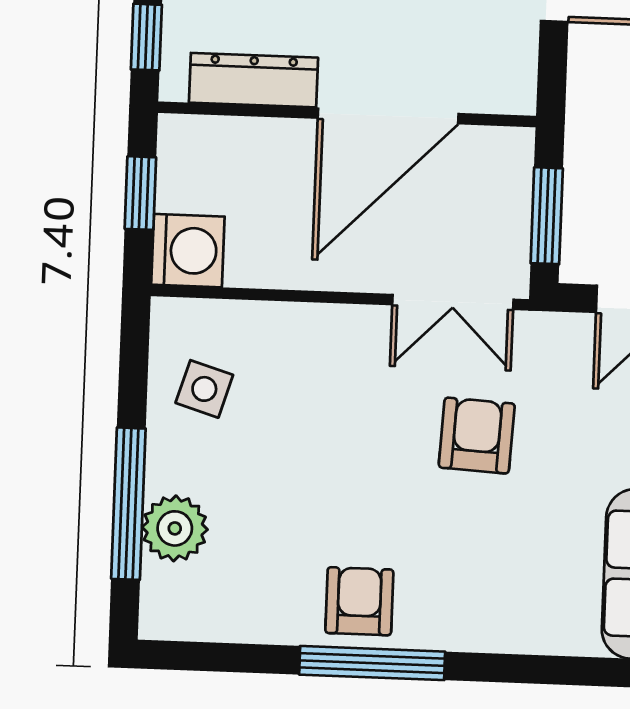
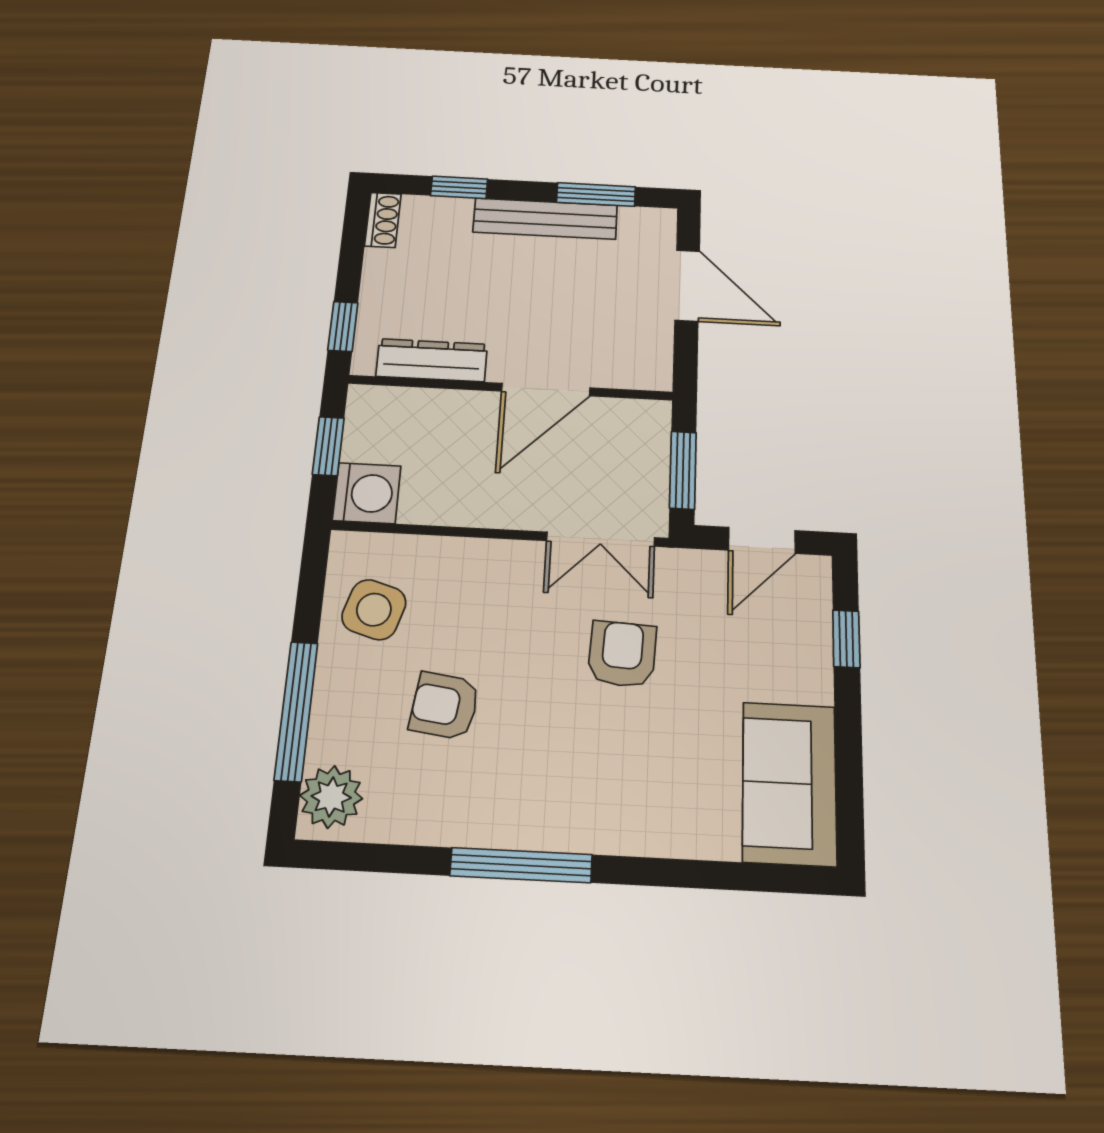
door: (388, 116) -> (546, 390), width x0.73
side table: (204, 389) -> (374, 610), width x1.37, depth x1.37
plant: (175, 528) -> (331, 797), moved
armchair: (359, 601) -> (444, 706), moved, turned -82

